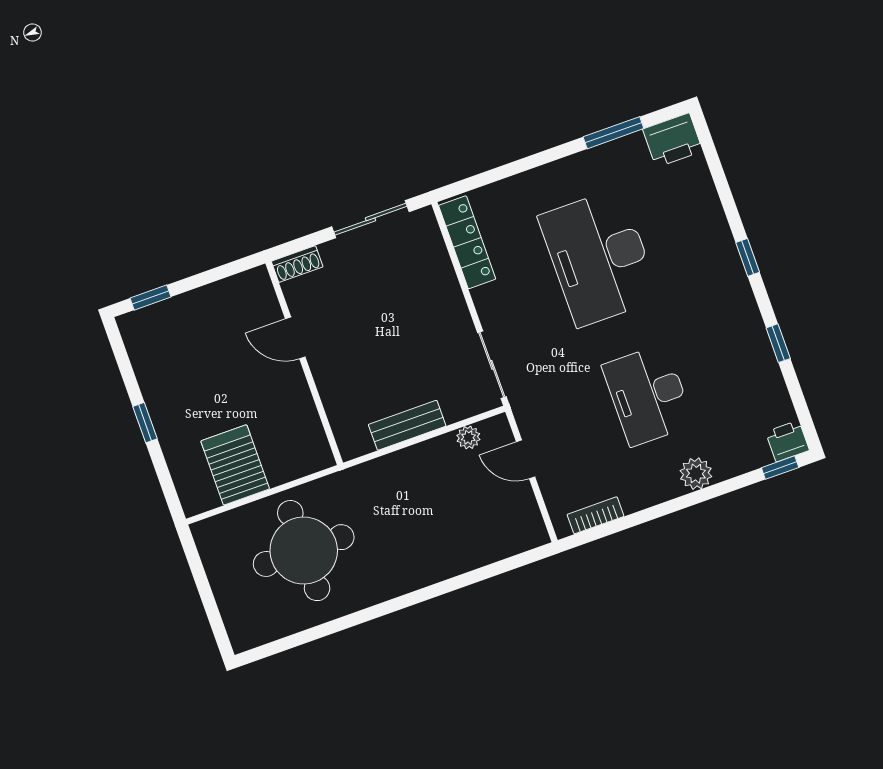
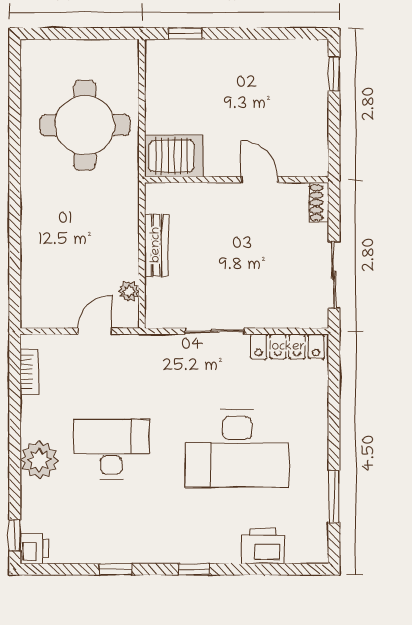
printer: (673, 140) -> (263, 546), moved, turned 90
desk: (599, 257) -> (237, 449), turned 180
door: (295, 338) -> (260, 180), hinge flipped
sliding door: (492, 365) -> (215, 331), moved
window: (145, 423) -> (185, 34), moved
server rack: (235, 465) -> (174, 156), moved
plant: (696, 474) -> (39, 460), width x1.36, depth x1.36

